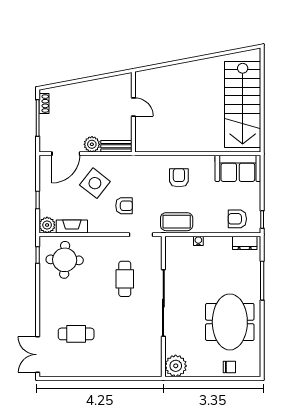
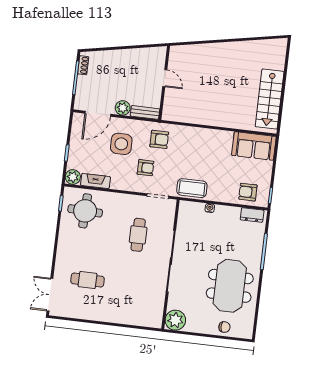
stairs: (243, 104) -> (270, 99), width x0.73, depth x0.66
armchair: (179, 178) -> (159, 139), moved, turned 90
side table: (95, 183) -> (121, 144), turned -38

